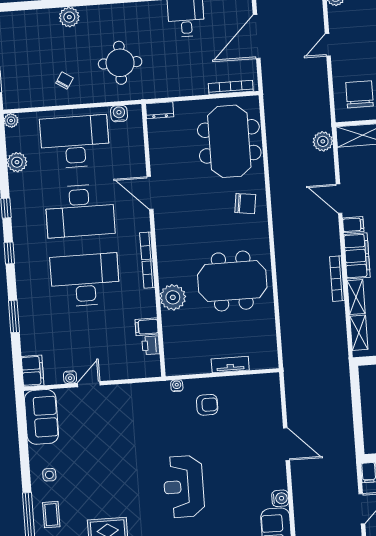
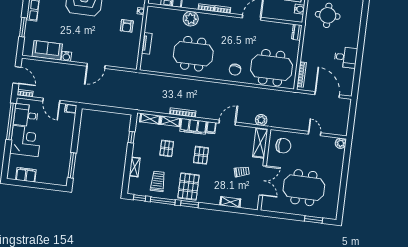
meeting table: (232, 281) -> (193, 54), turned 90

